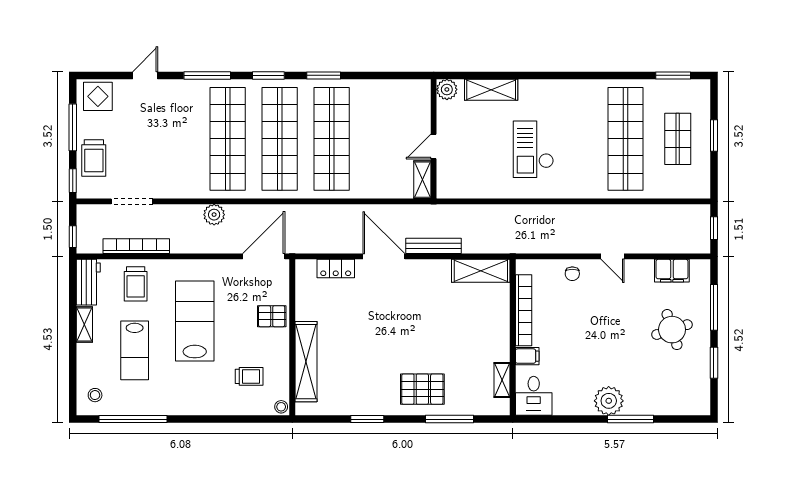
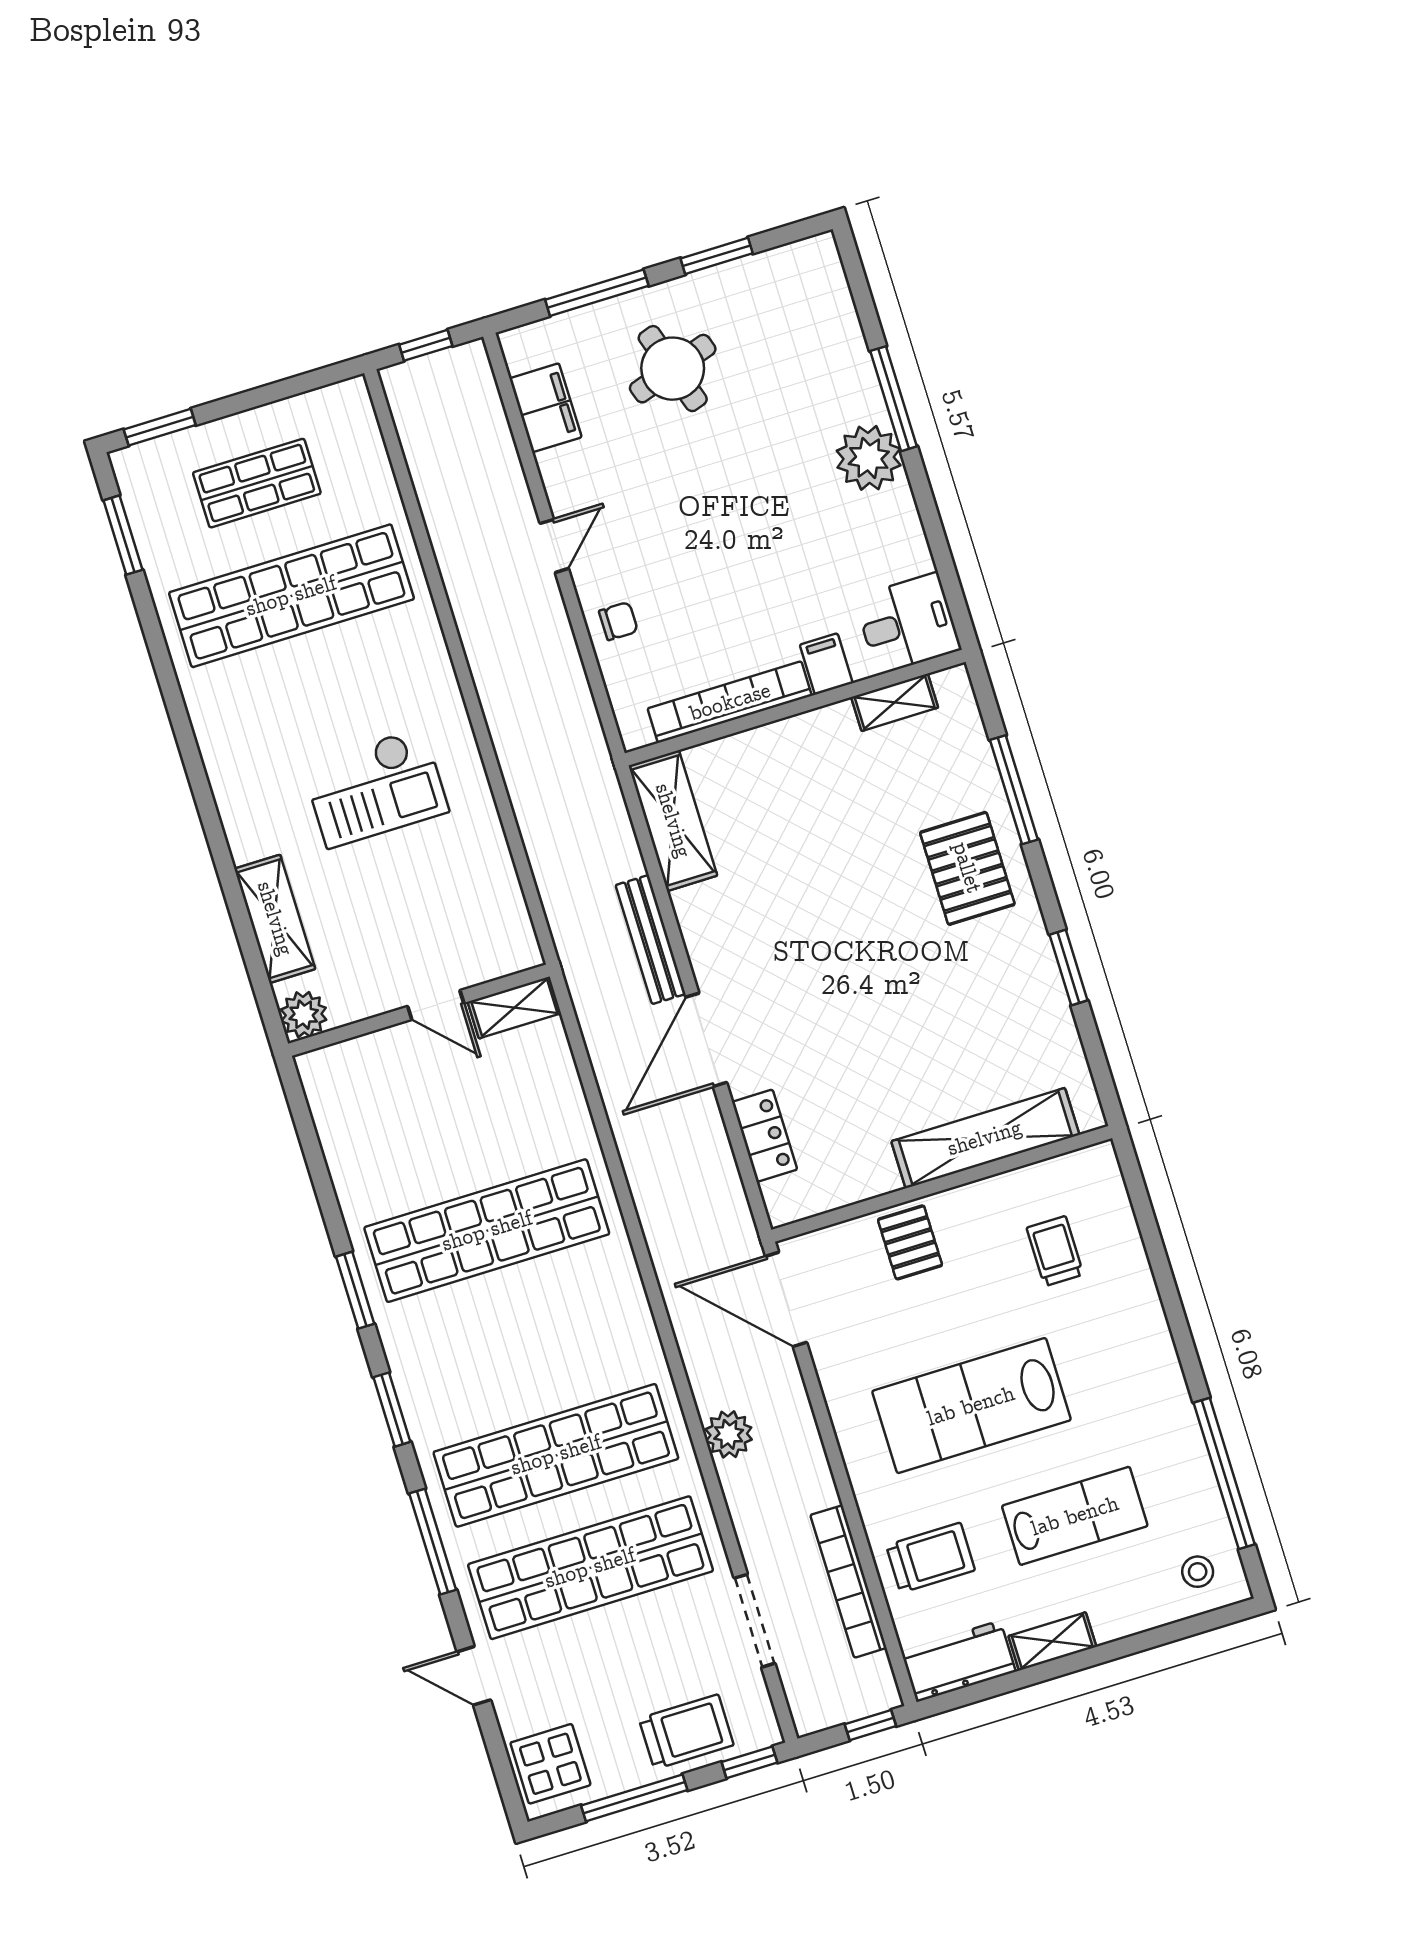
window: (714, 135) -> (160, 427), moved
shop shelf: (280, 139) -> (590, 1568), moved
stool: (281, 407) -> (1099, 1162), removed

